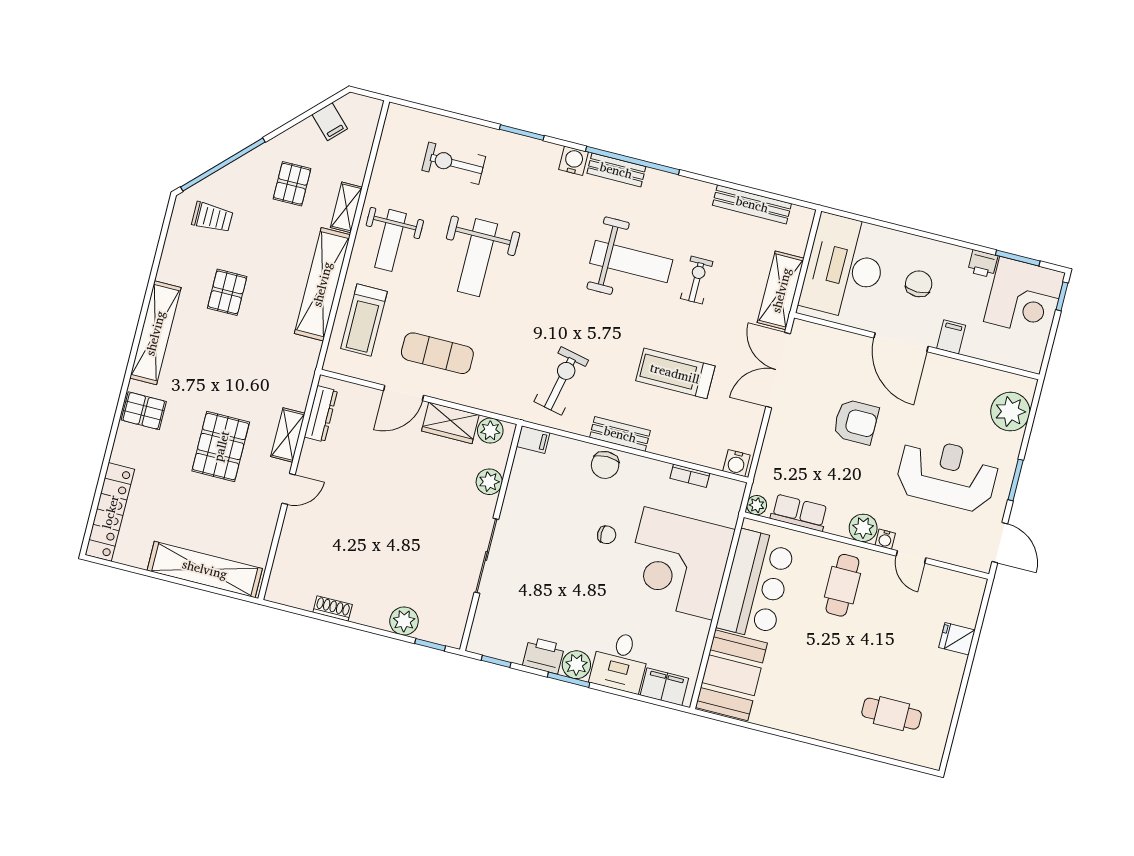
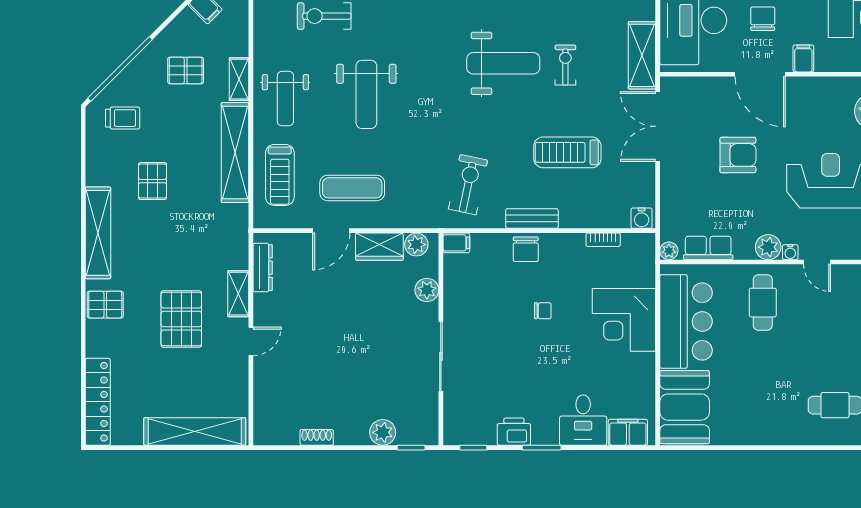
pallet: (292, 184) -> (186, 70), turned 90
corner desk: (678, 563) -> (624, 320), width x0.74, depth x0.74
plant: (576, 665) -> (545, 432), removed

